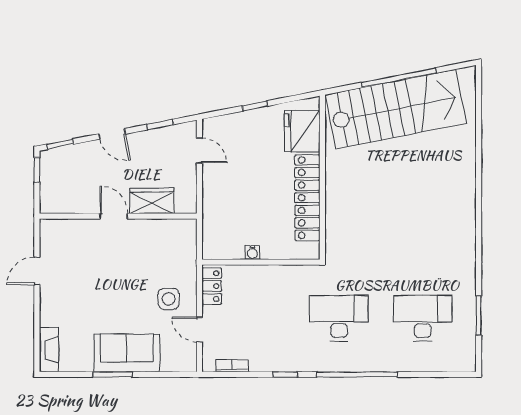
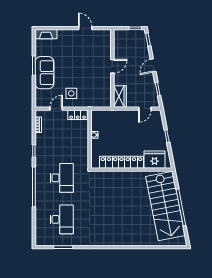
wardrobe: (152, 201) -> (120, 97), moved

